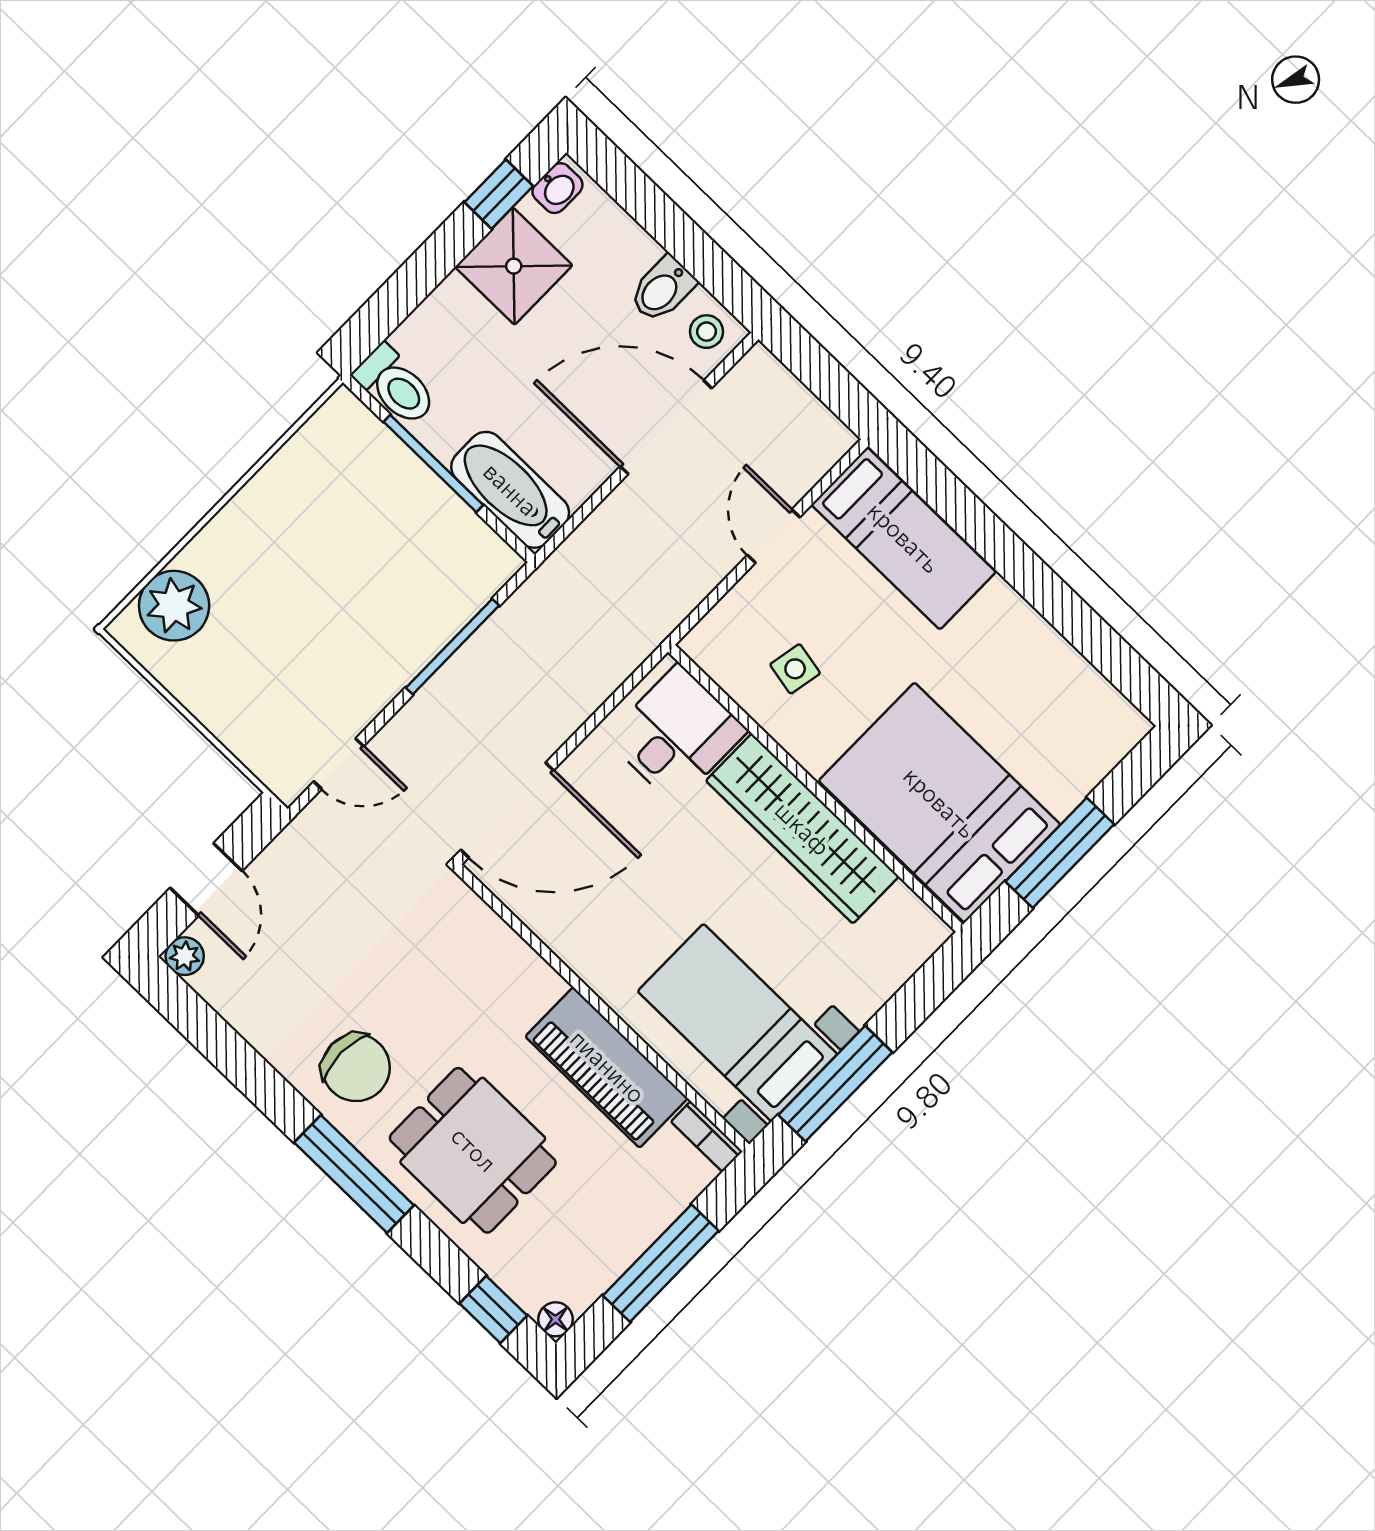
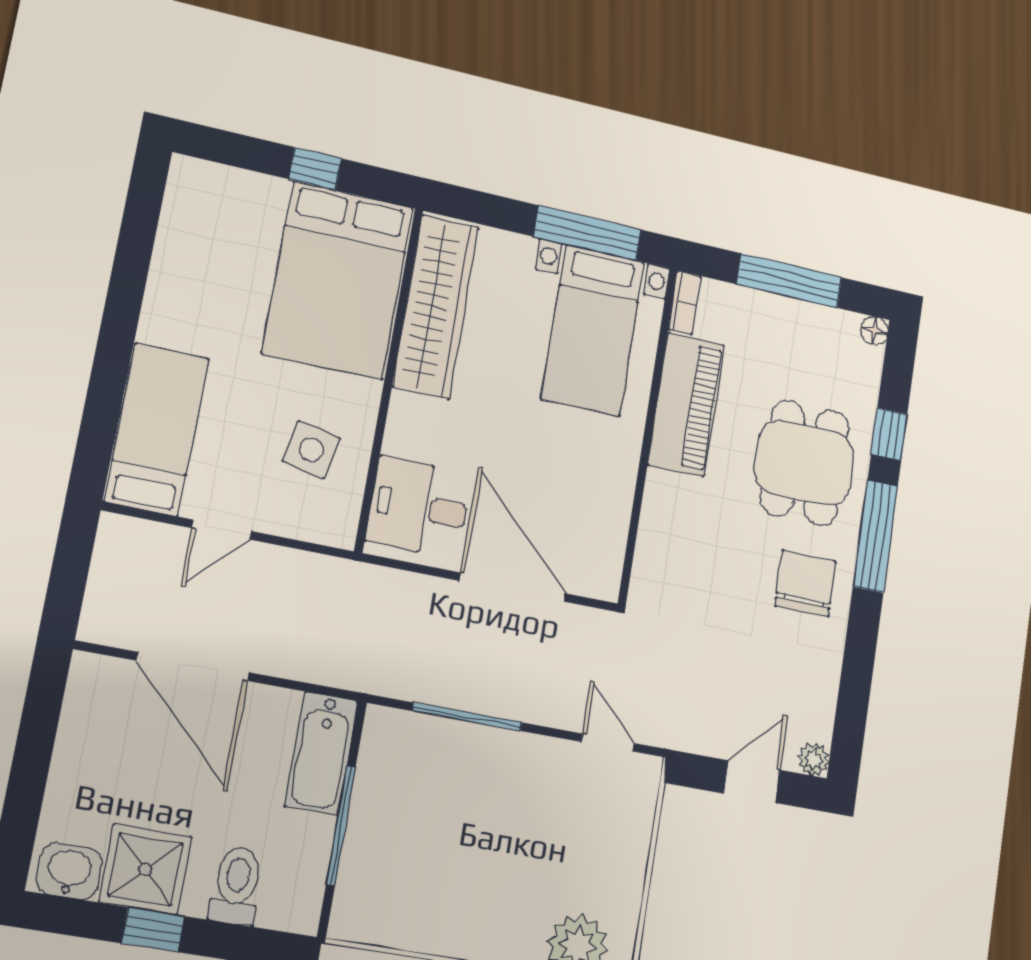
washbasin: (557, 188) -> (69, 871), width x1.38, depth x1.45
window: (499, 194) -> (153, 930), moved
bidet: (662, 289) -> (85, 741), removed
stool: (707, 332) -> (96, 684), removed
toilet: (396, 386) -> (236, 885), moved
side table: (795, 669) -> (311, 449), width x1.37, depth x1.37
door: (507, 810) -> (513, 587), moved
wardrobe: (802, 829) -> (436, 307), moved
window: (1060, 853) -> (315, 169), width x0.46
window: (493, 1309) -> (889, 434), moved

